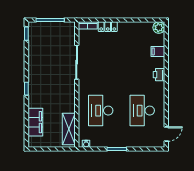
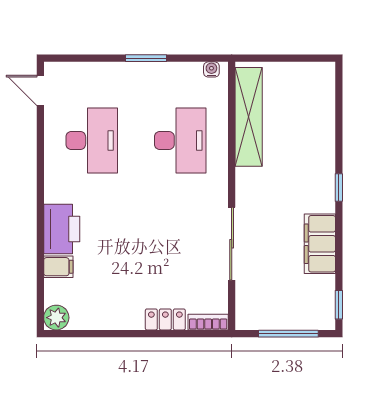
printer: (159, 75) -> (62, 229), width x1.87, depth x1.48
filing cabinet: (35, 122) -> (320, 244), moved
shelving: (69, 129) -> (249, 117), width x1.47
door: (166, 134) -> (40, 90), hinge flipped

